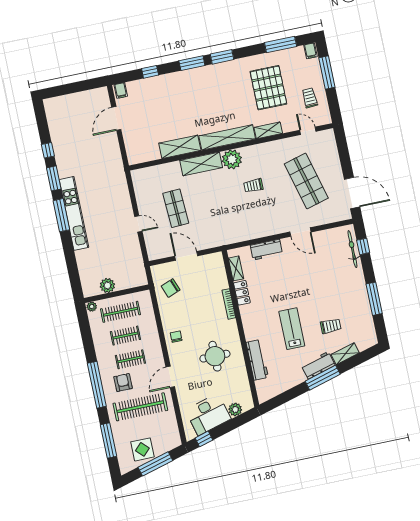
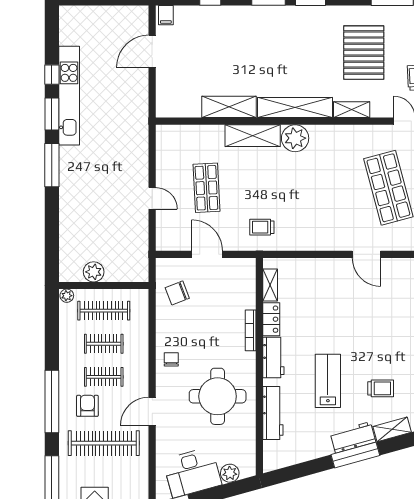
trolley: (253, 186) -> (262, 227), moved
kitchen unit: (74, 213) -> (69, 96), moved
workbench: (266, 250) -> (273, 358), moved, turned -90
round table: (215, 356) -> (218, 396), width x1.36, depth x1.36

